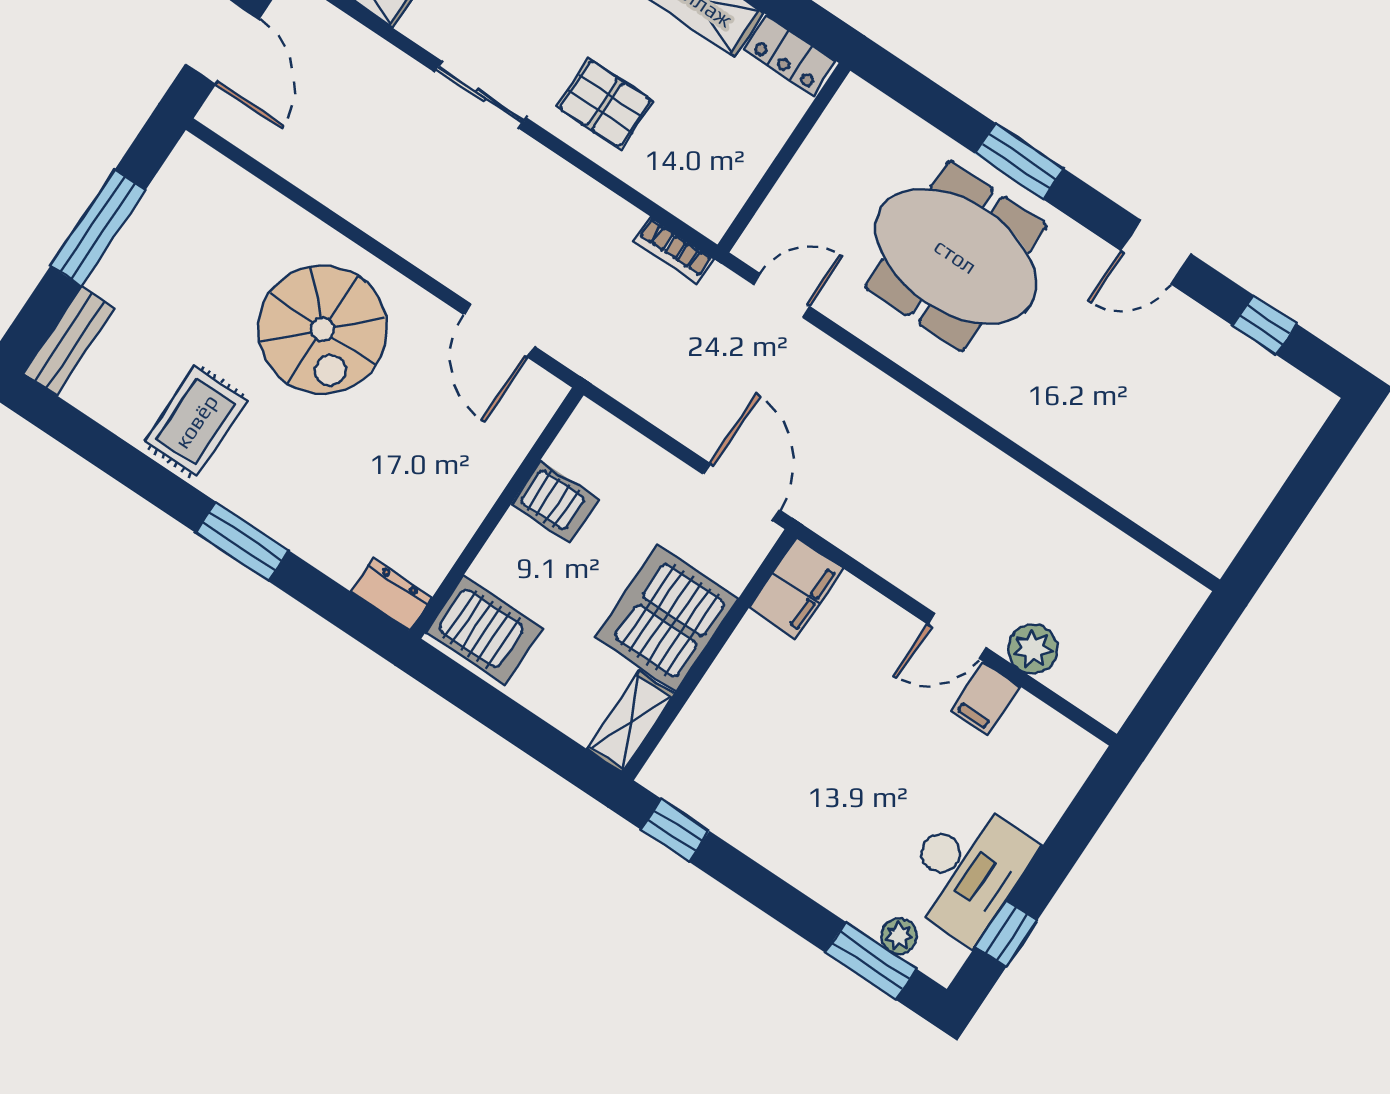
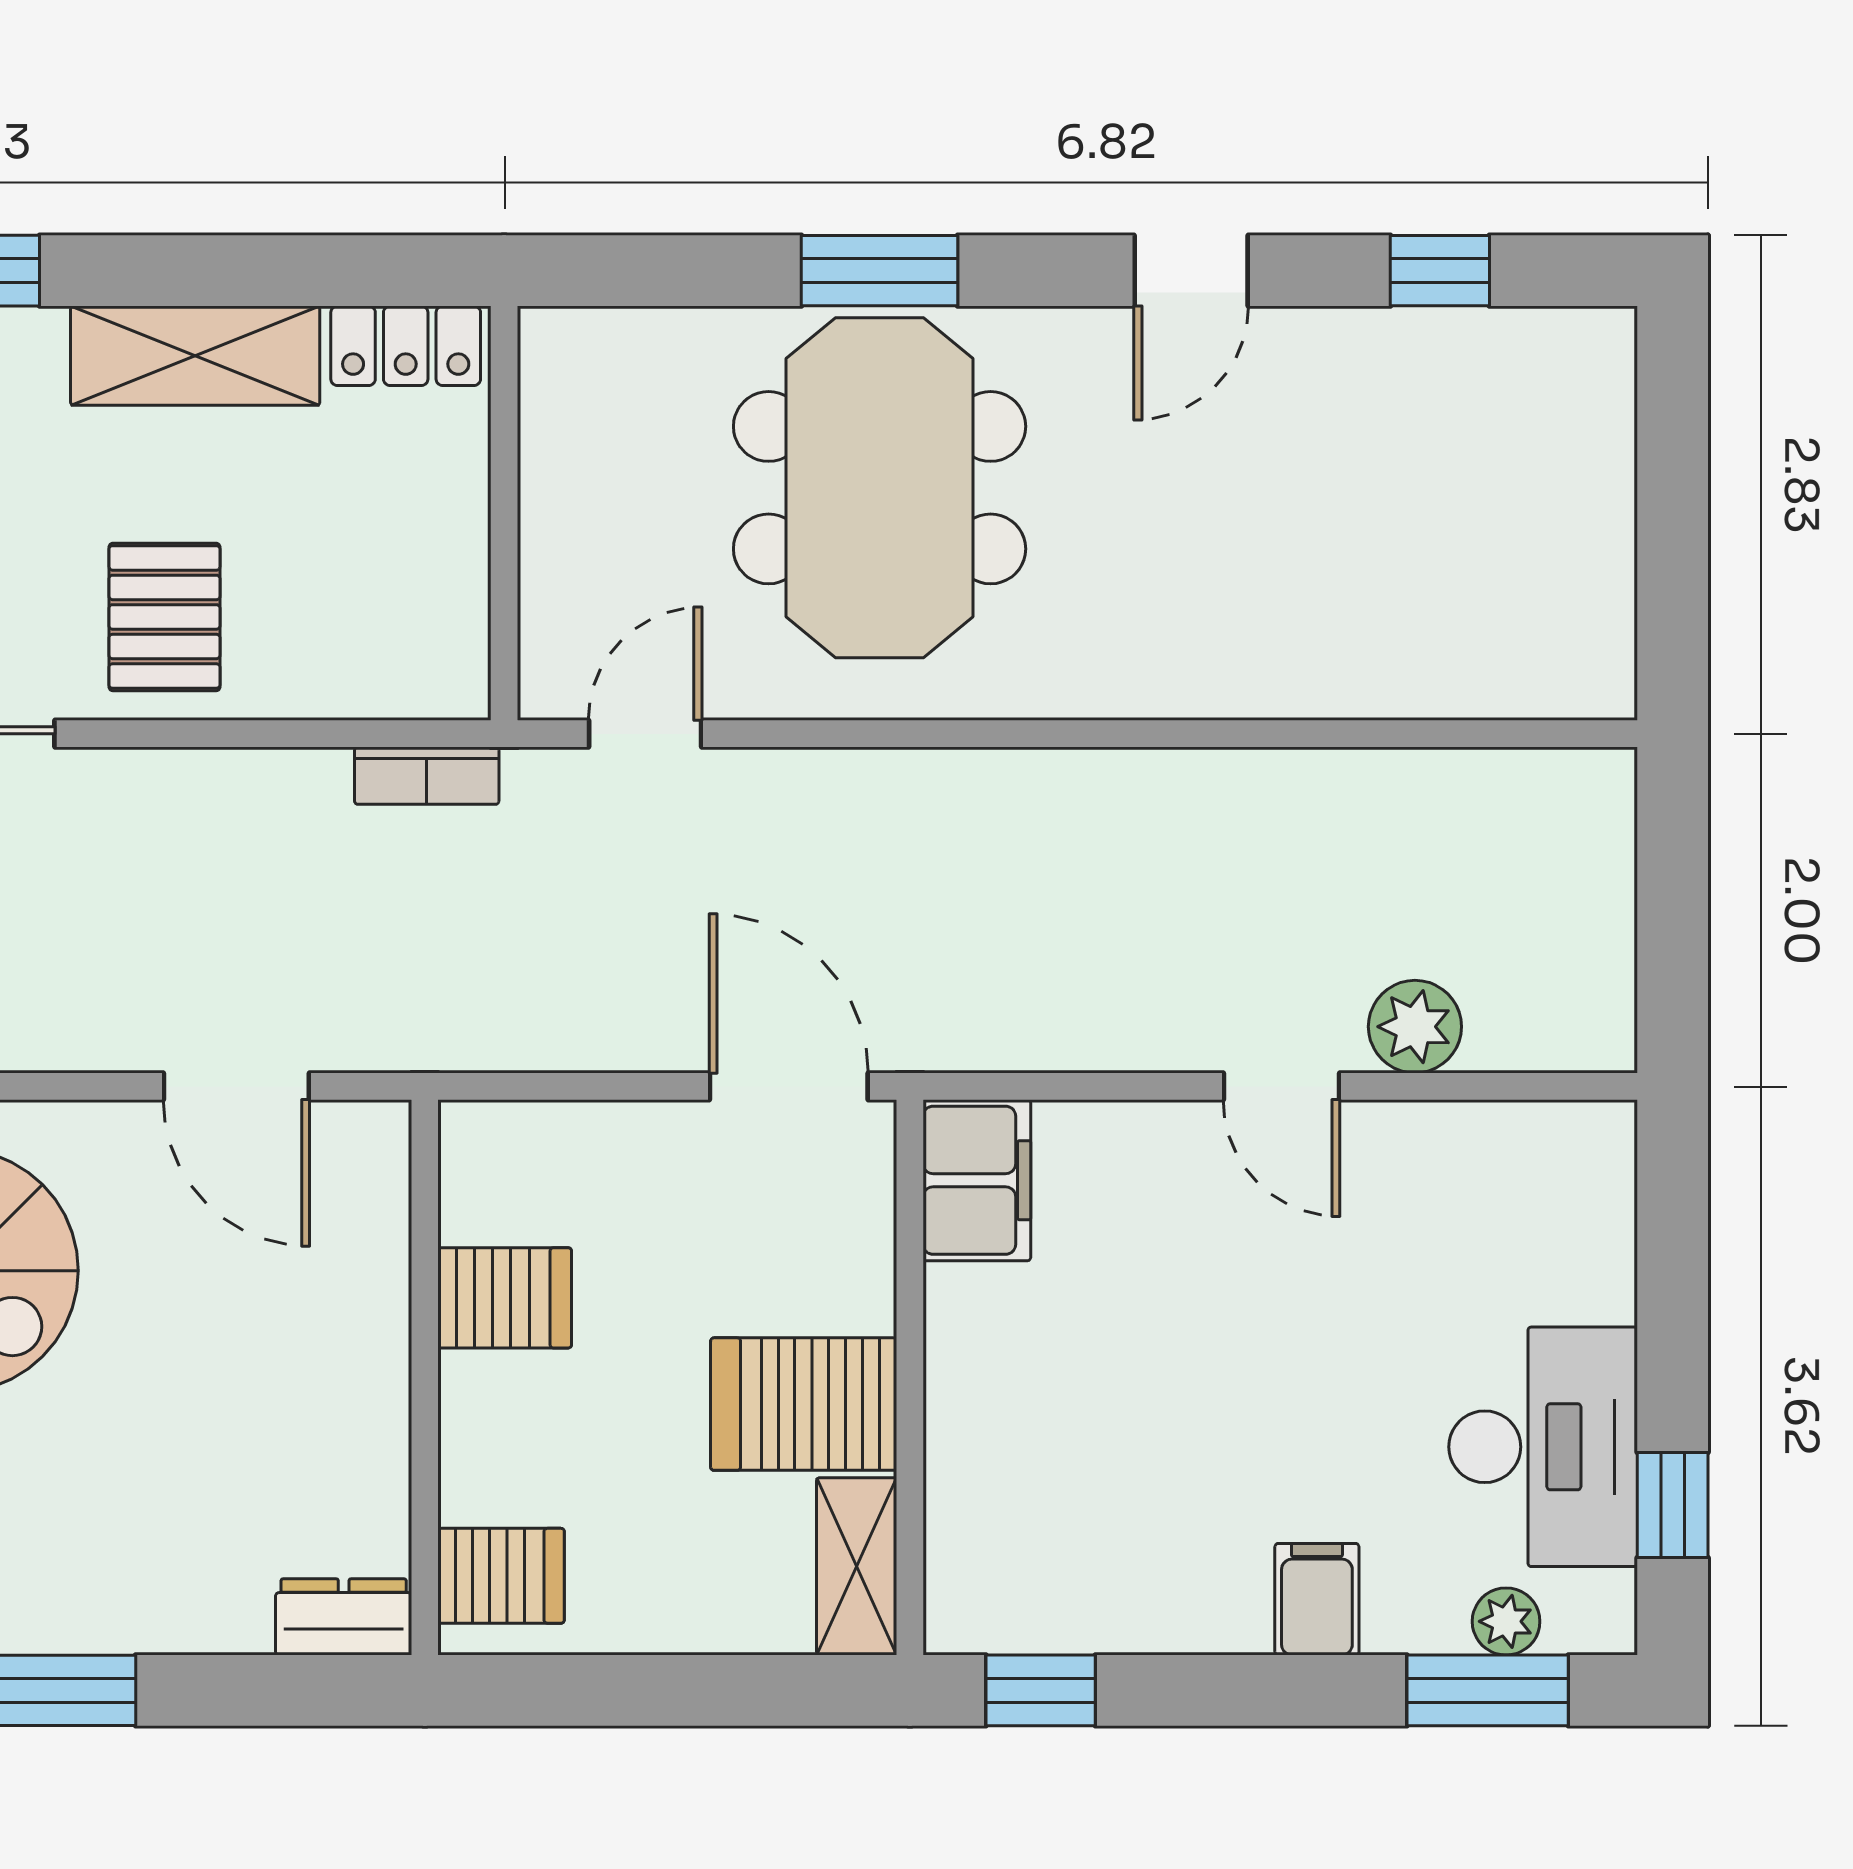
pallet: (605, 104) -> (164, 617), turned 90
meeting table: (956, 256) -> (880, 488), turned 90
server rack: (667, 618) -> (804, 1404), width x0.62
server rack: (484, 630) -> (501, 1576), width x0.73, depth x0.70
door: (957, 636) -> (1281, 1086), hinge flipped
filing cabinet: (985, 698) -> (1317, 1599), moved, turned 180

